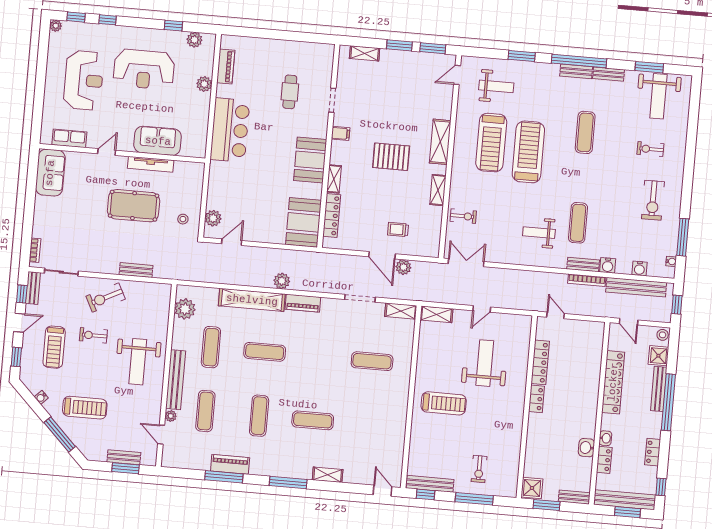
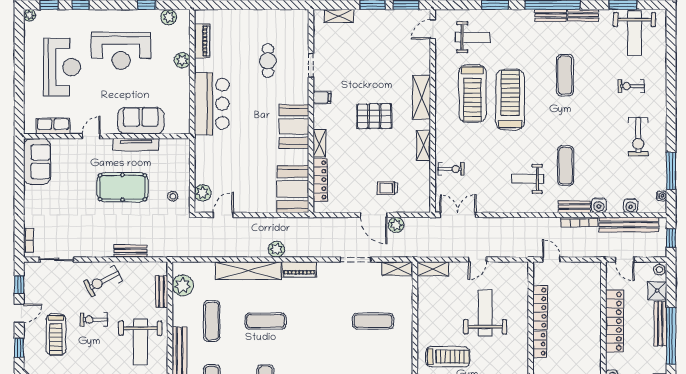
bench: (33, 288) -> (162, 292), moved

